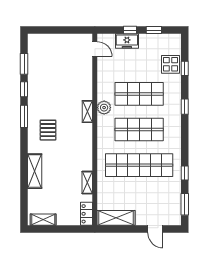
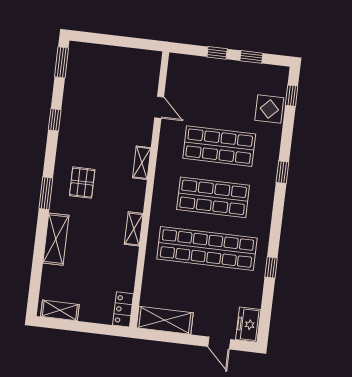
freezer: (127, 41) -> (248, 325), moved, turned 90
door: (95, 49) -> (159, 107), moved
window: (24, 64) -> (62, 62), moved
window: (185, 68) -> (292, 96), moved
plant: (104, 108) -> (166, 160), removed
window: (24, 116) -> (46, 193), moved
shelving: (87, 183) -> (134, 229), moved
window: (185, 204) -> (266, 312), removed

